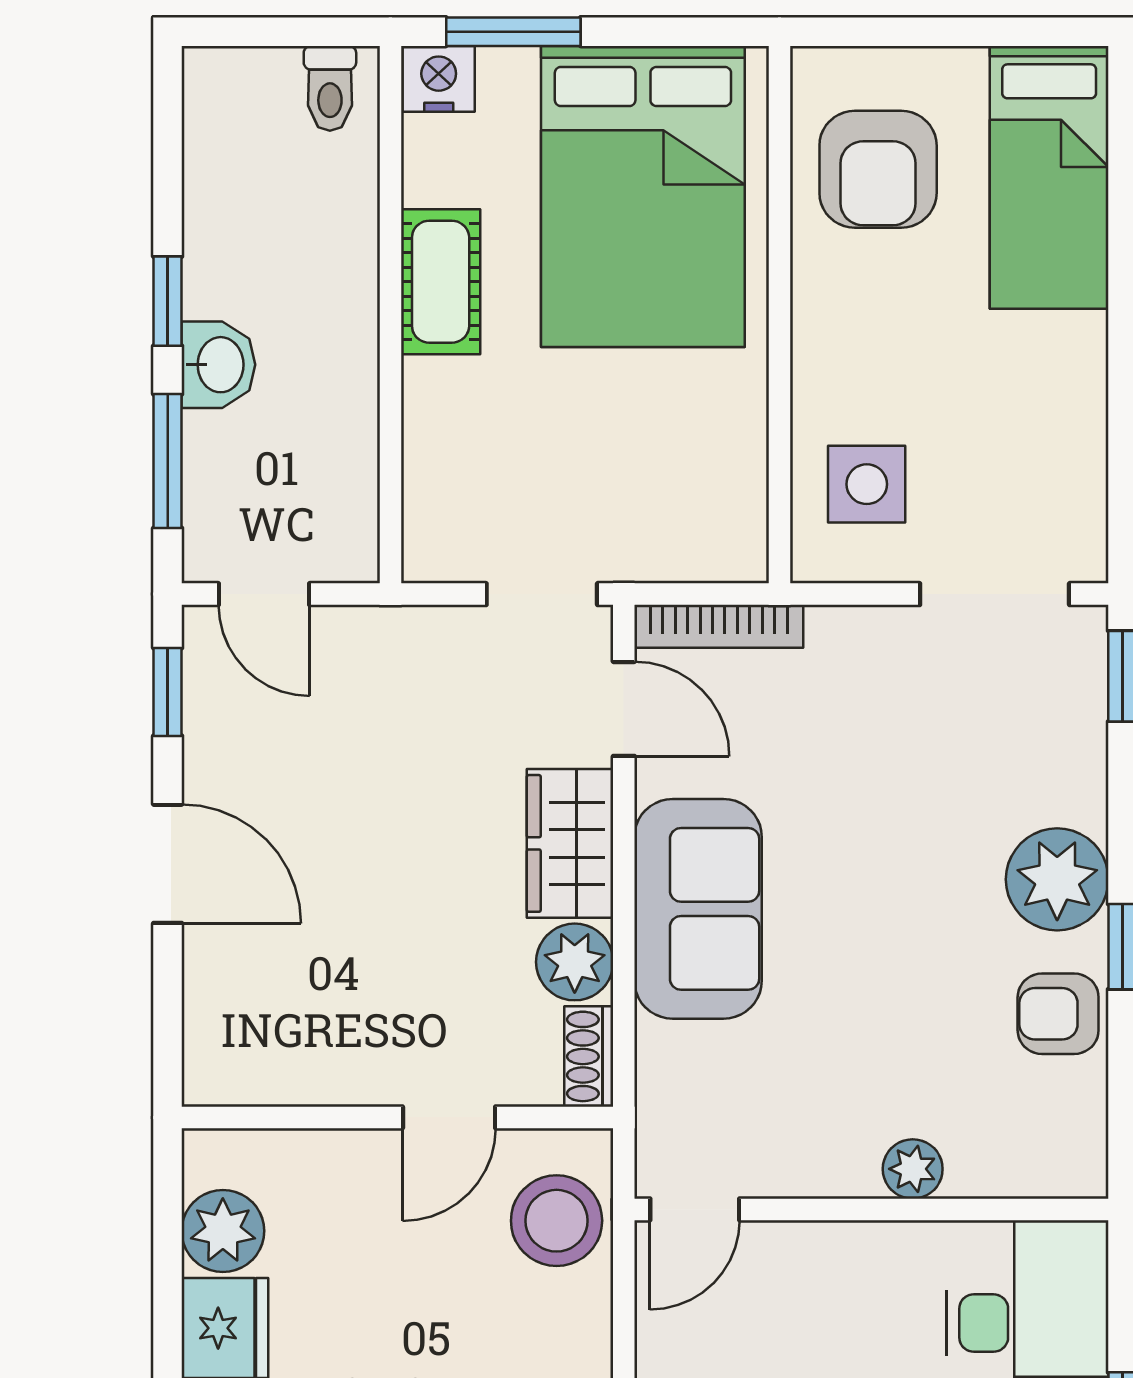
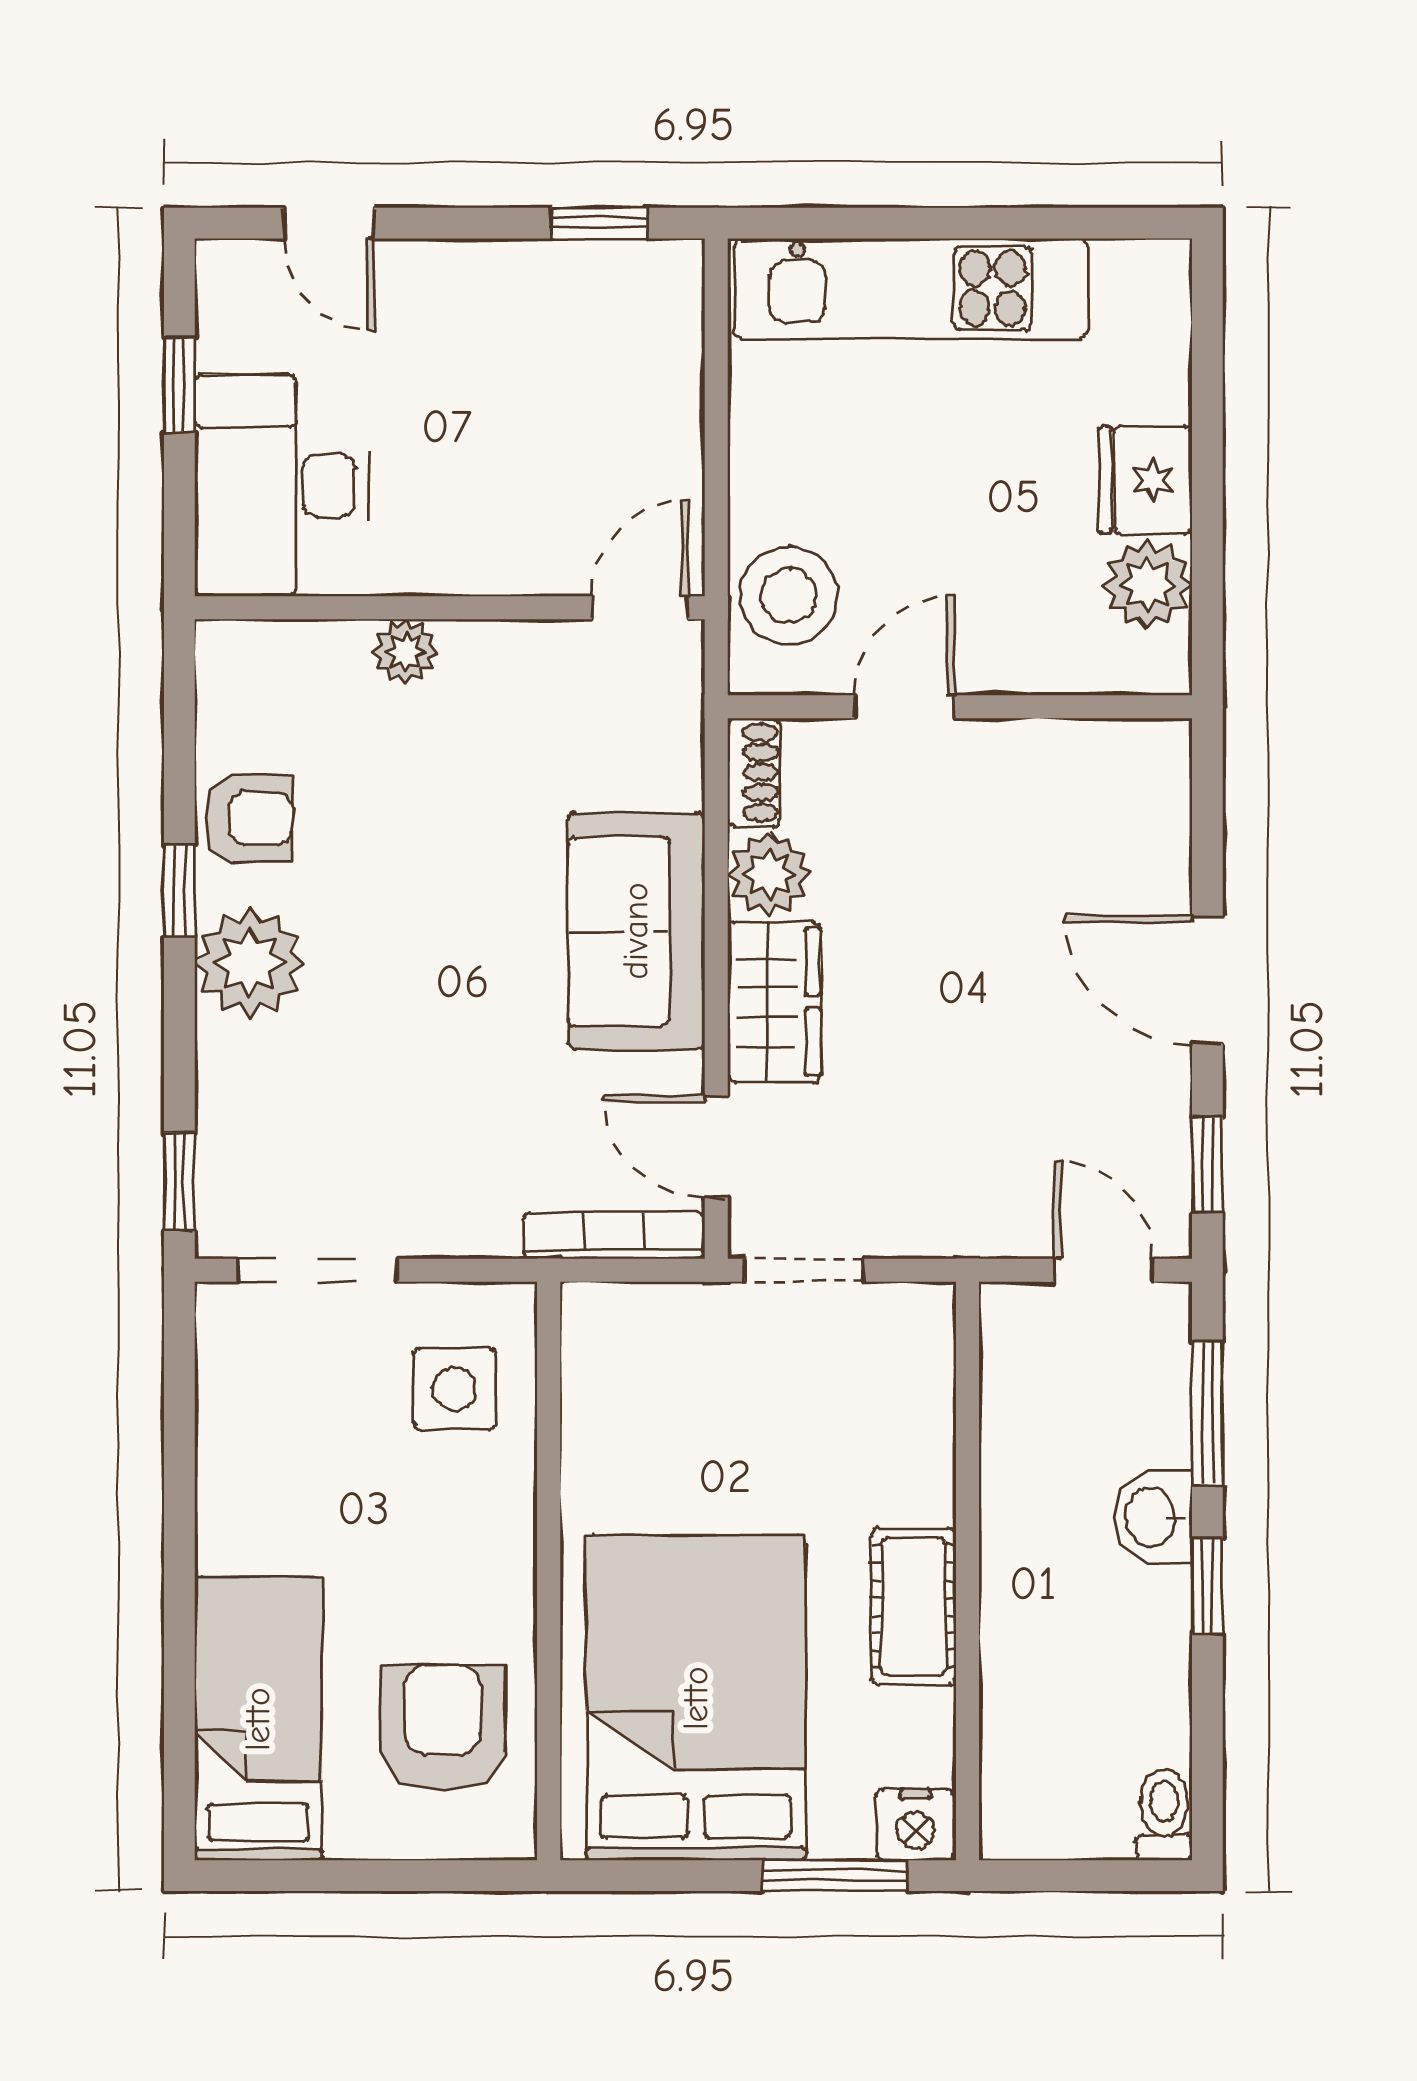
toilet: (330, 88) -> (1164, 1815), moved

